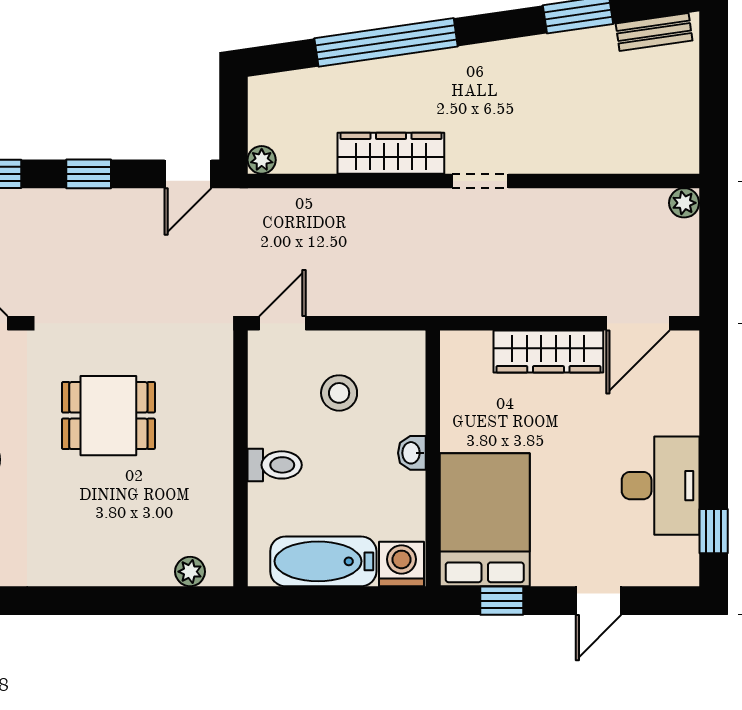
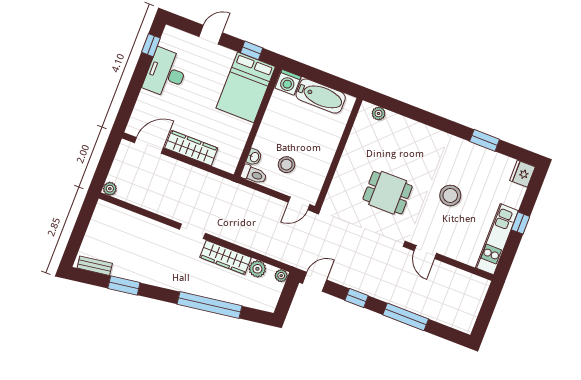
plant: (316, 155) -> (257, 269), added
washbasin: (412, 453) -> (254, 157), moved
toilet: (275, 465) -> (254, 174), moved, turned 180

